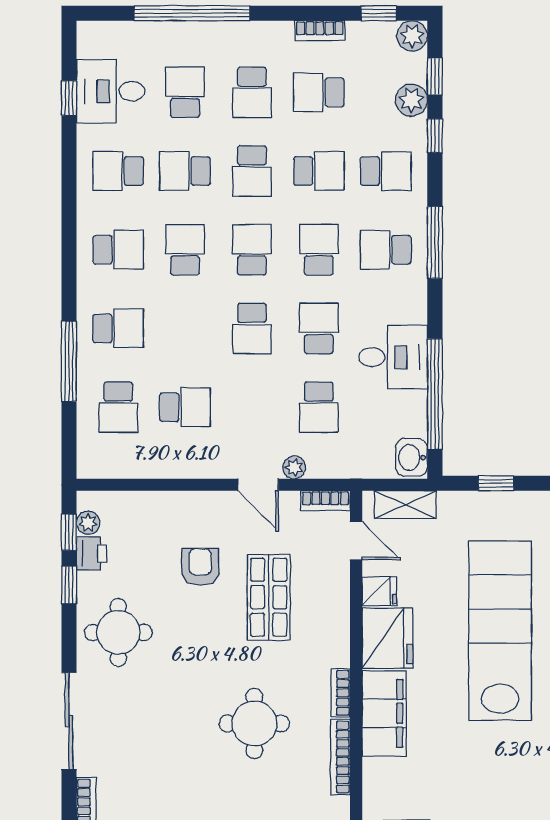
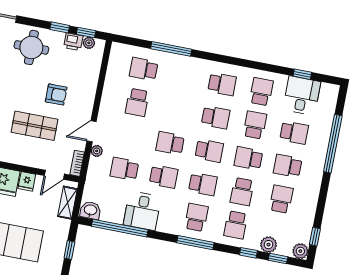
bookcase: (320, 31) -> (312, 206), removed
school desk: (118, 250) -> (222, 84), turned -90
school desk: (118, 328) -> (183, 77), removed

